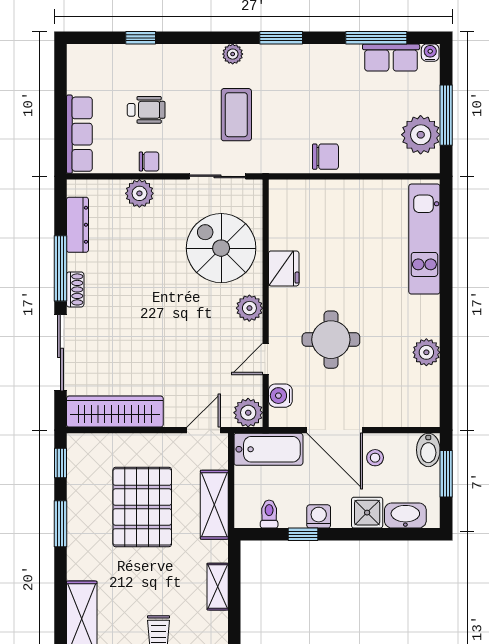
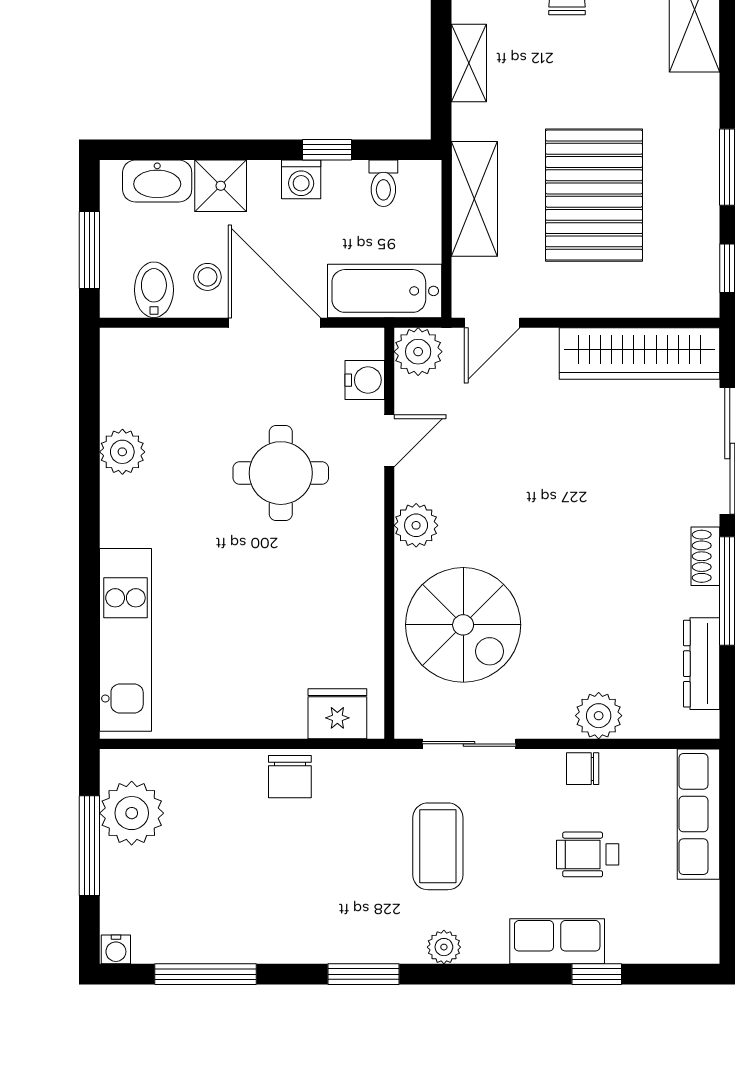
row of seats: (391, 58) -> (557, 941), moved
chair: (325, 157) -> (290, 777), turned -90
fridge: (284, 268) -> (337, 714), moved, turned 90
bidet: (428, 450) -> (154, 290), moved

